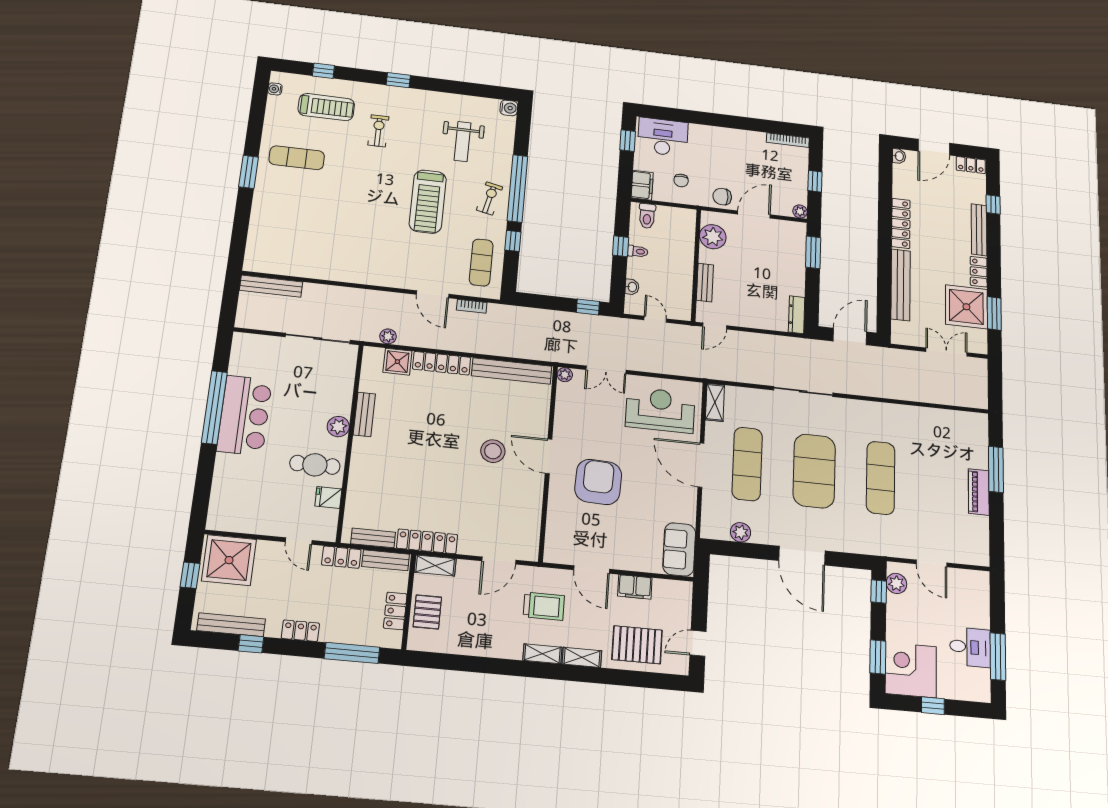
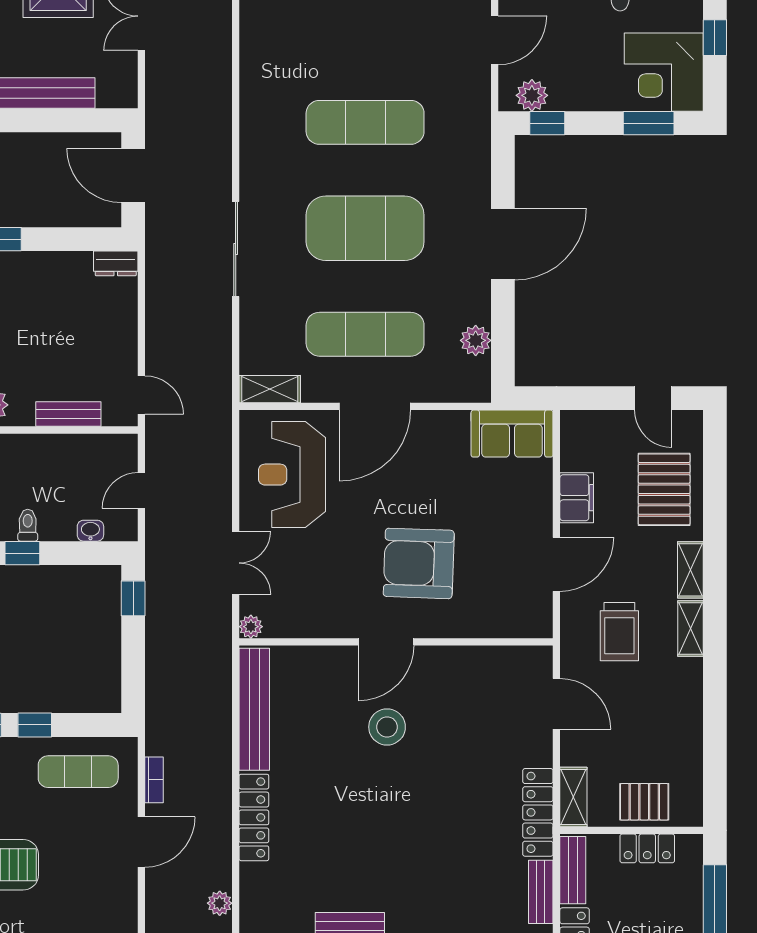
dresser: (797, 315) -> (116, 263), width x0.70
shower: (397, 362) -> (259, 885), removed
trolley: (544, 606) -> (619, 632), turned 180

